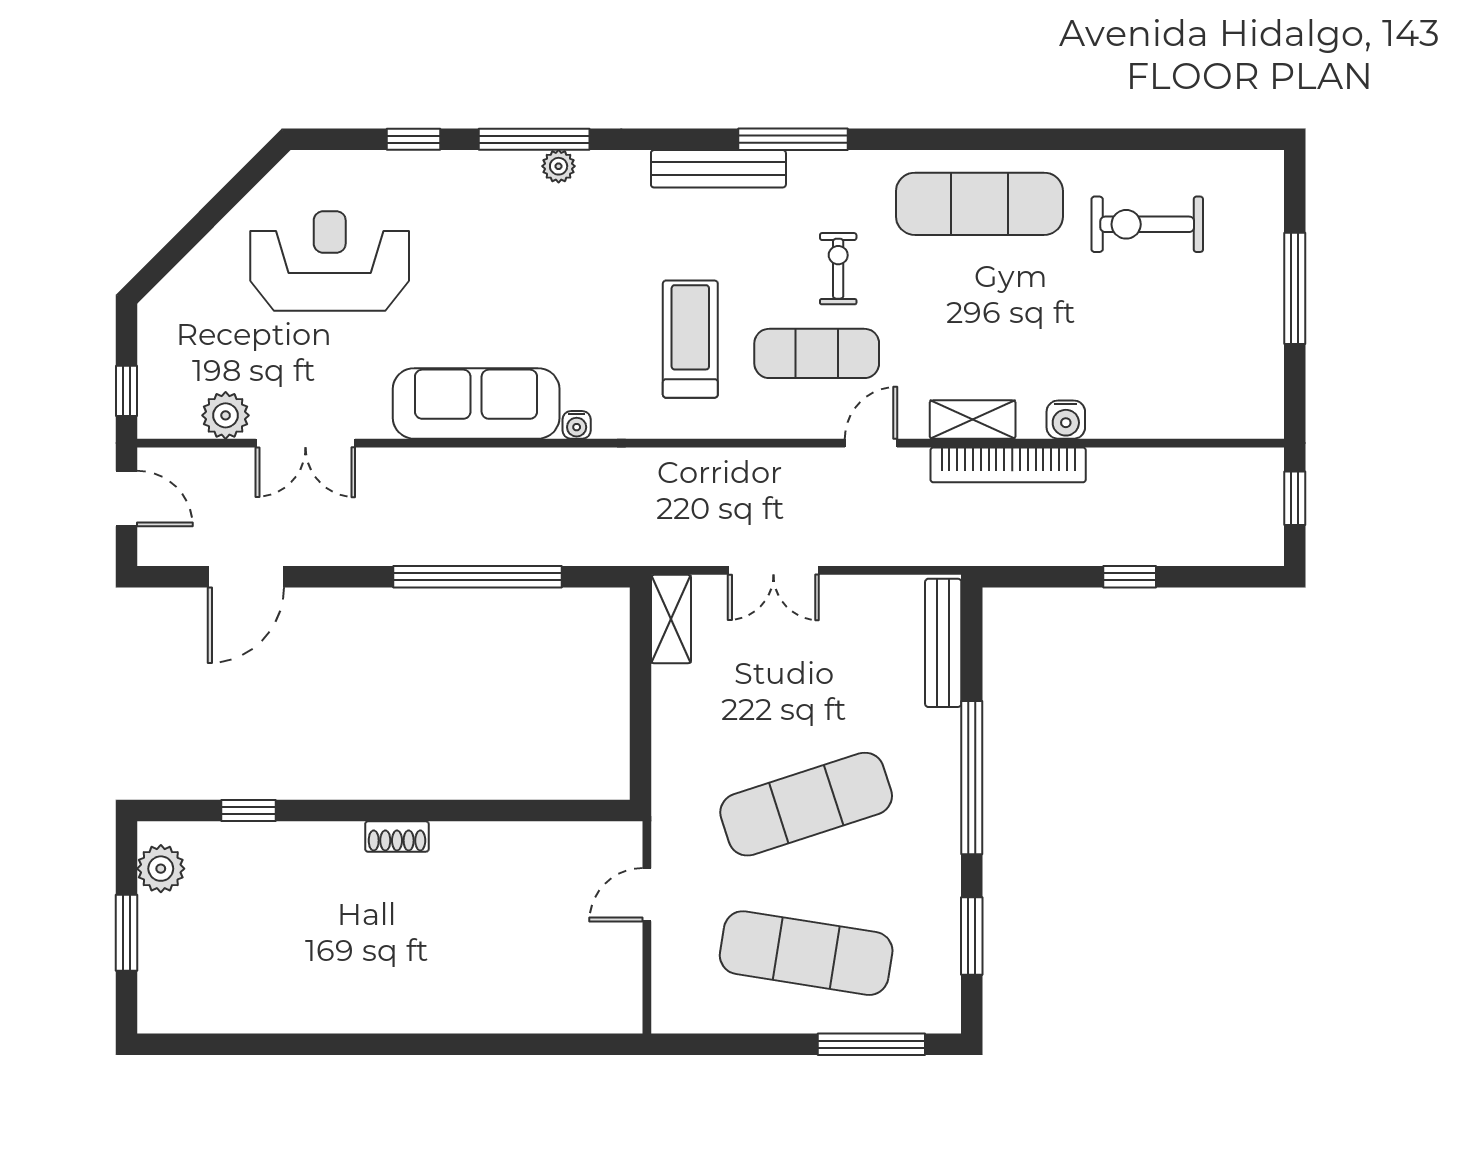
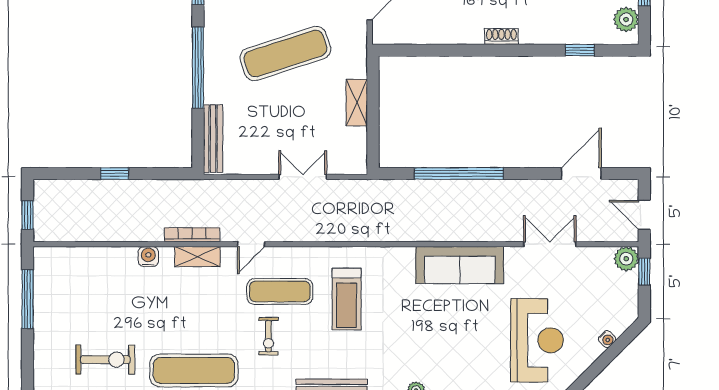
reception desk: (330, 261) -> (537, 340), turned -90
window: (1295, 288) -> (28, 299), moved
plant: (226, 415) -> (626, 259), moved
water cooler: (577, 425) -> (607, 339), moved, turned 135
bookcase: (1008, 465) -> (192, 235), width x0.68, depth x0.76
shelving: (671, 619) -> (357, 103), moved

